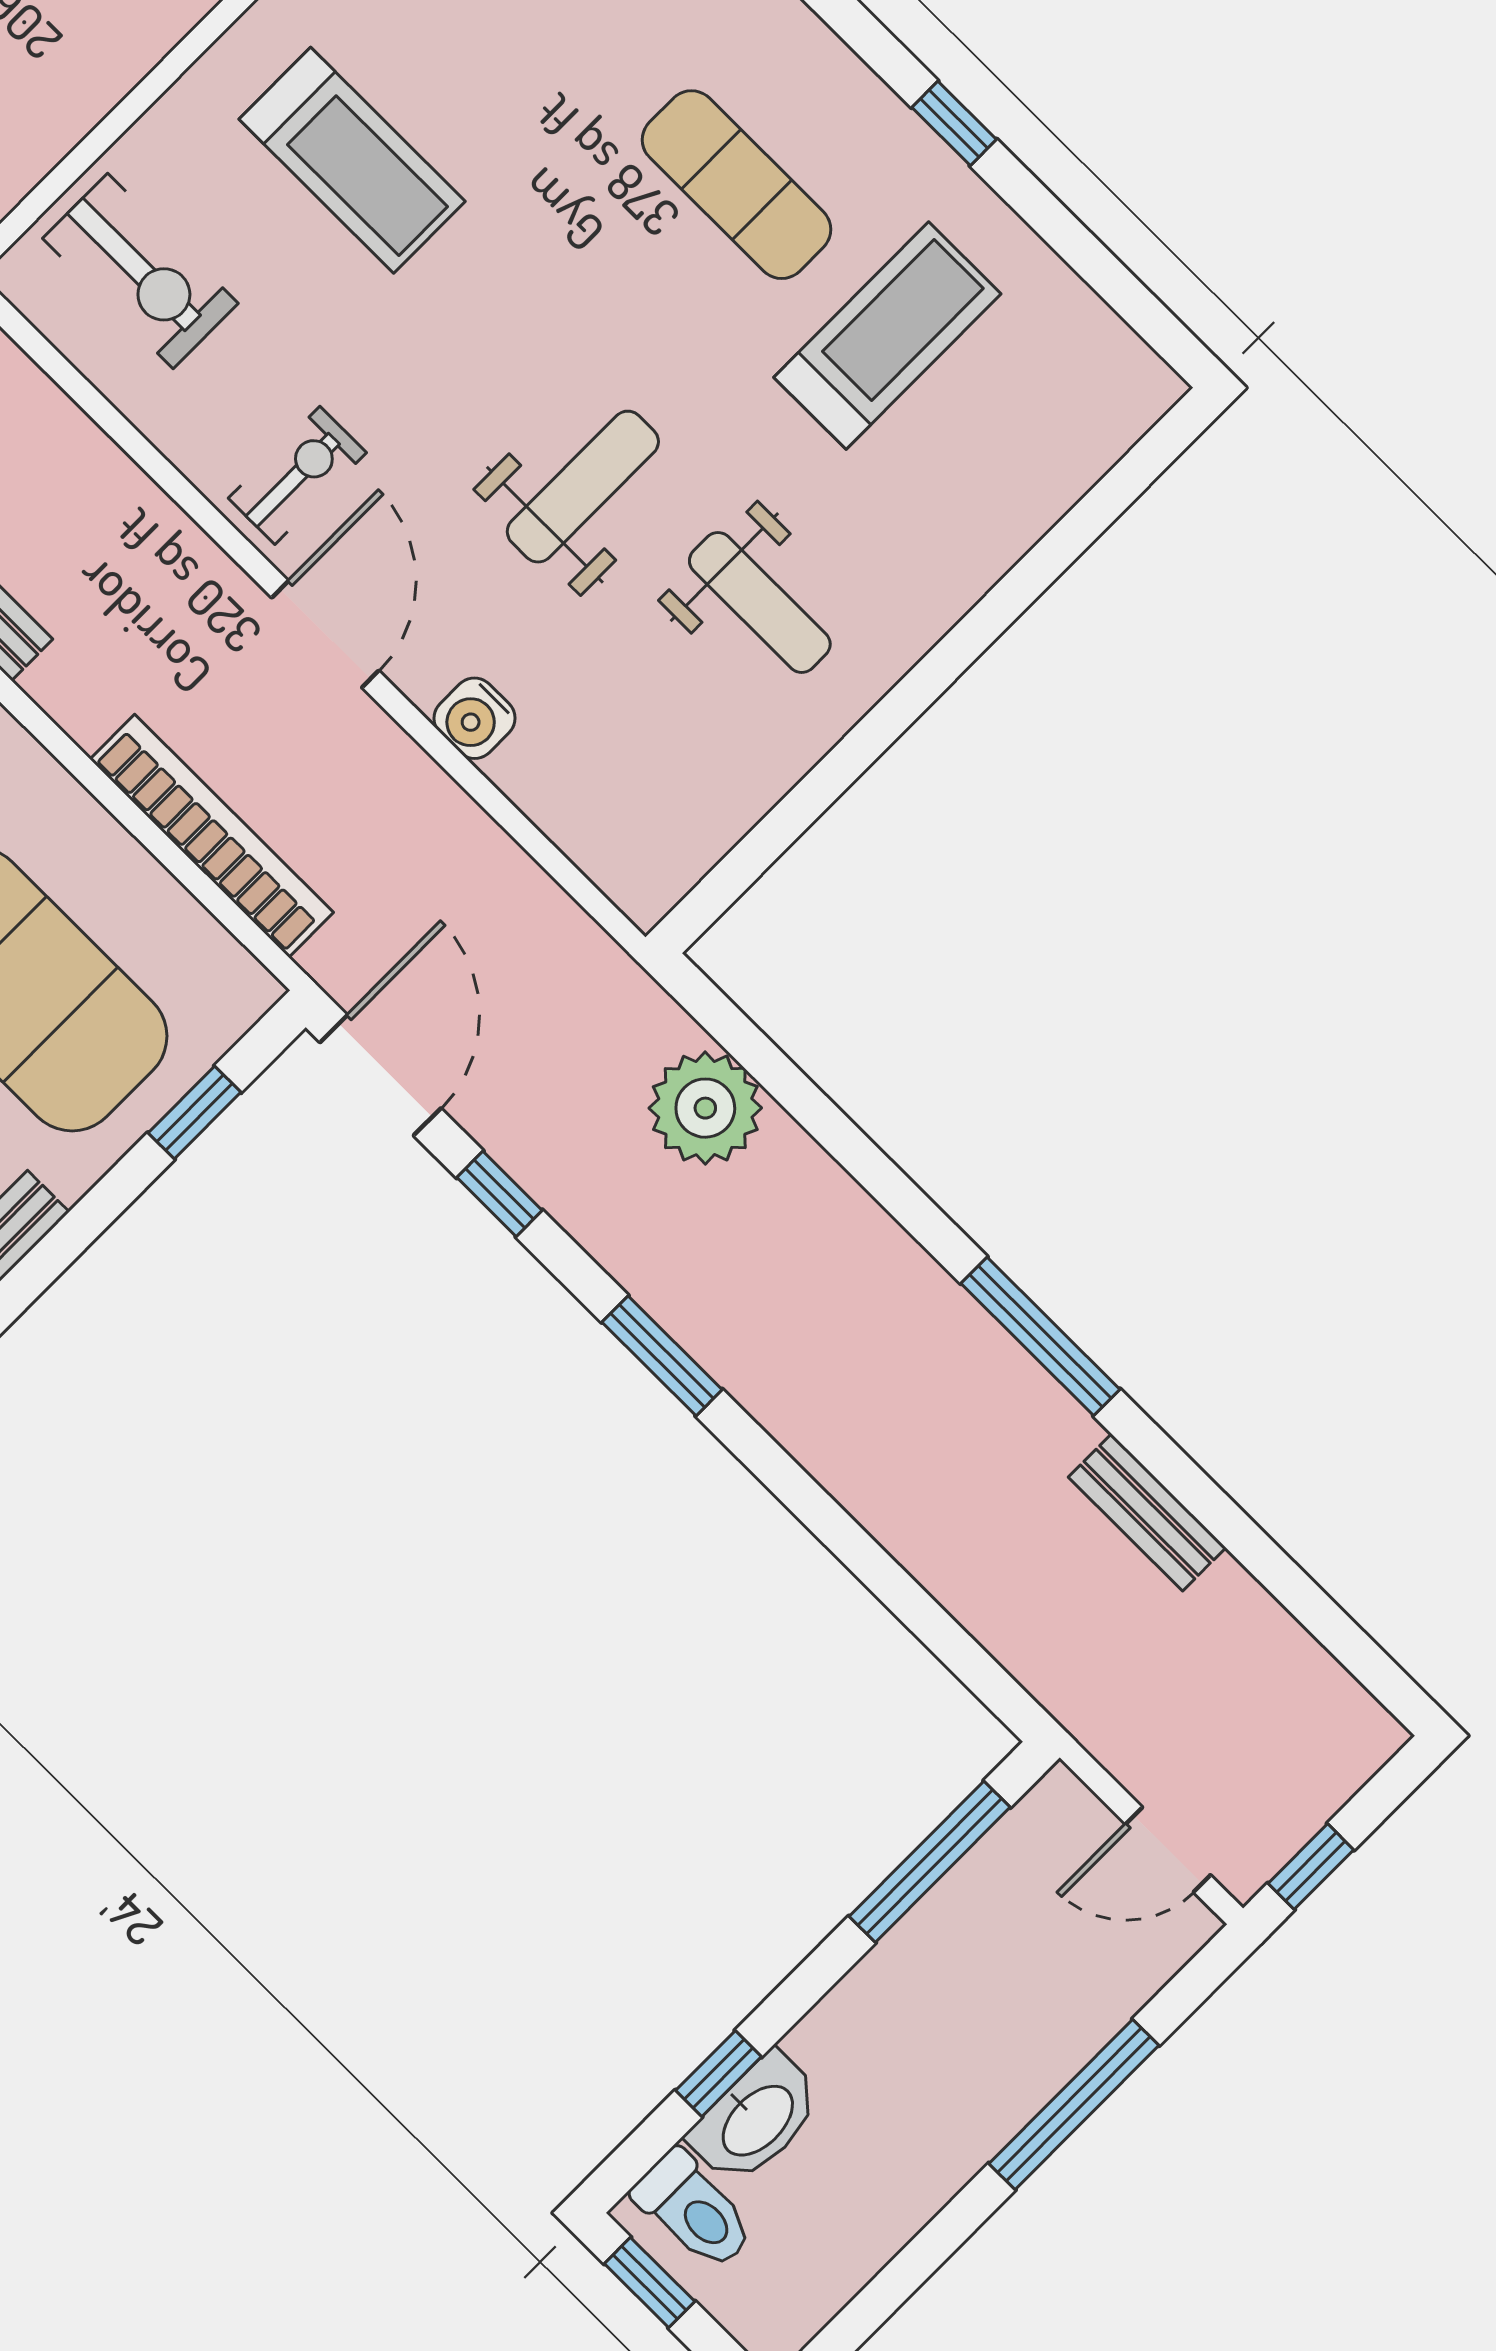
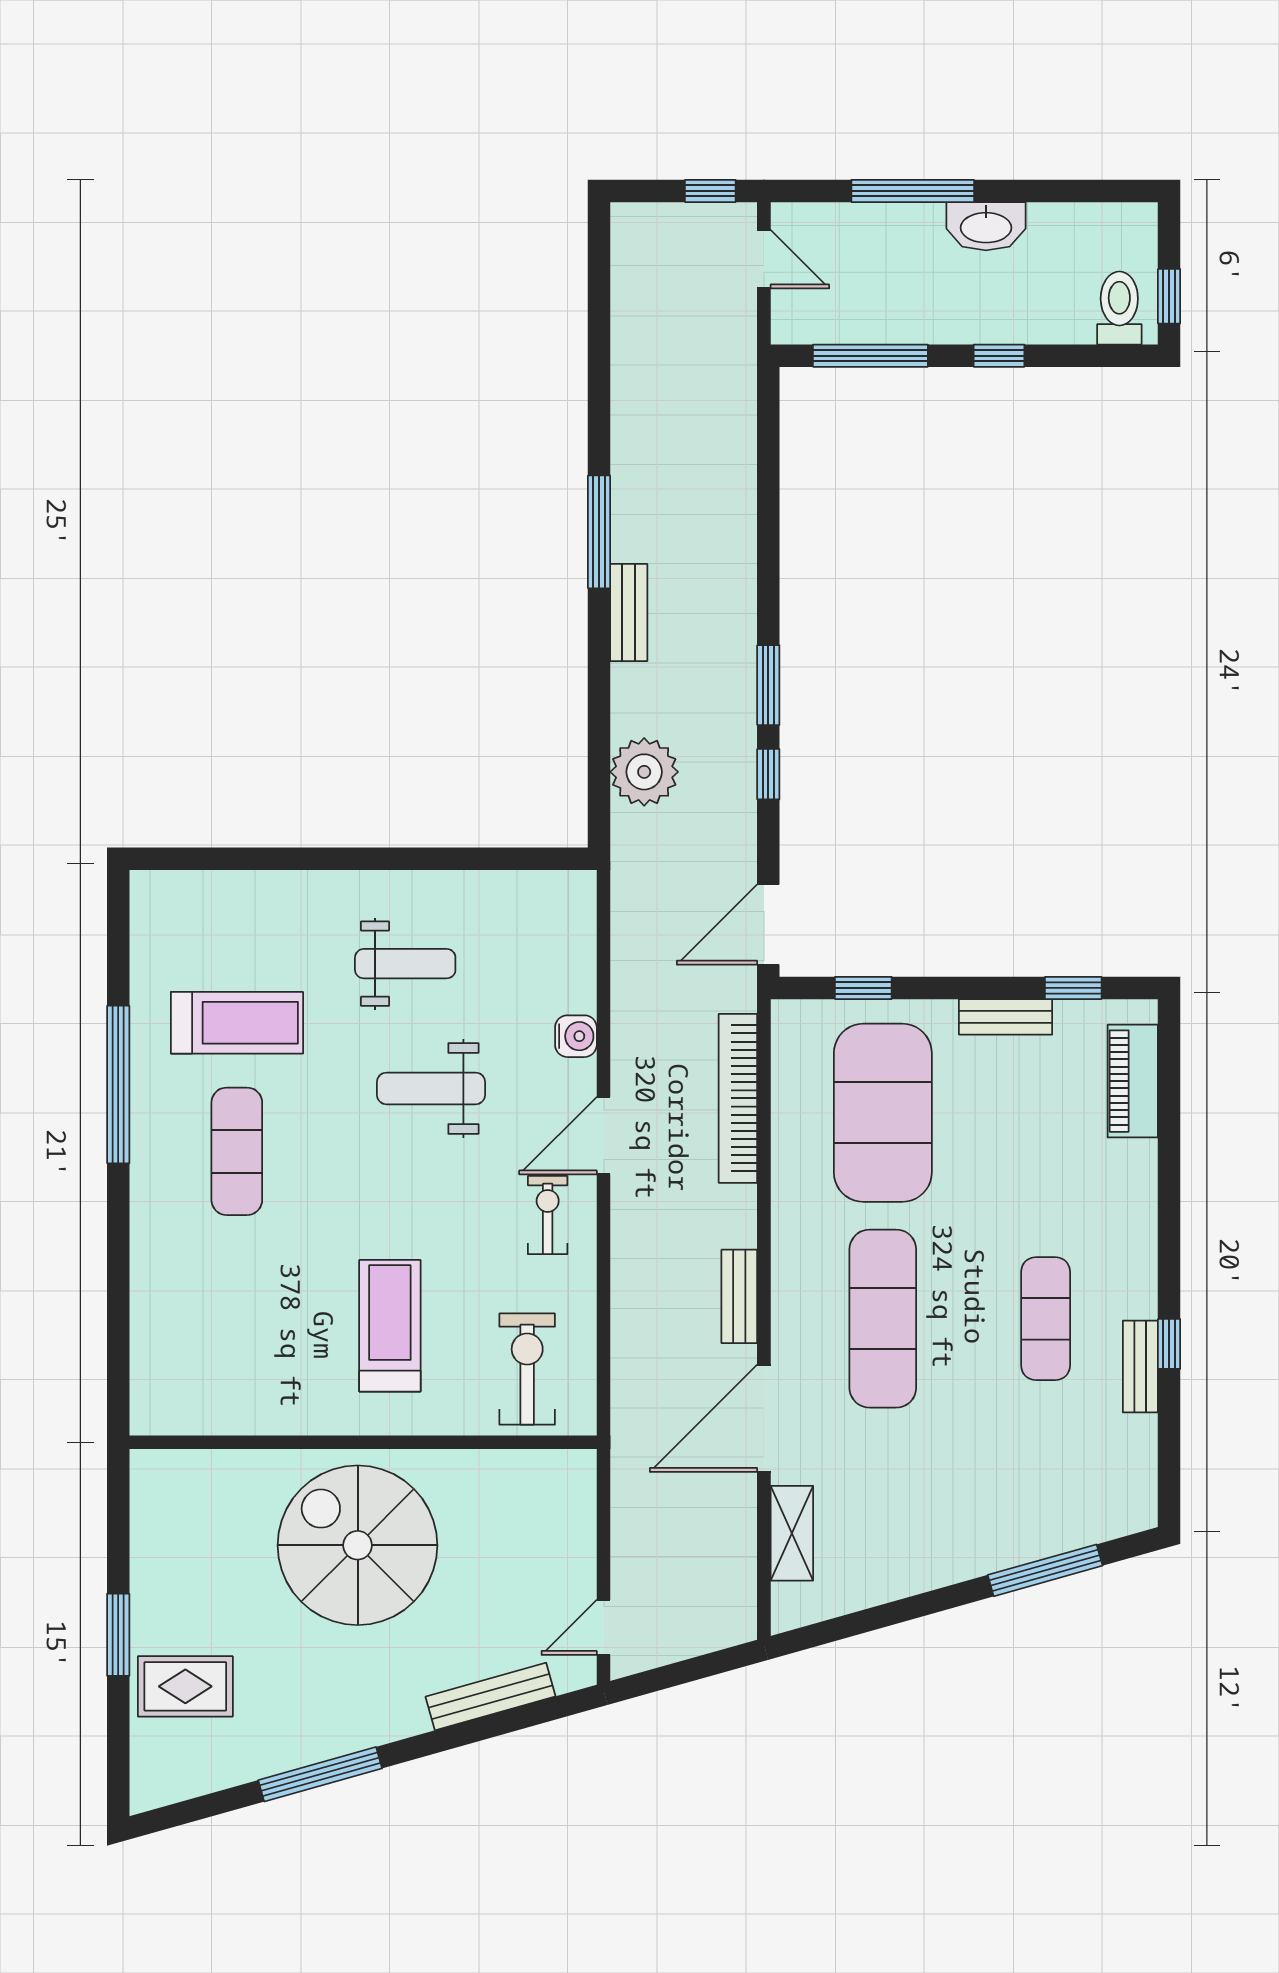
window: (954, 123) -> (118, 1085), width x3.17
treadmill: (887, 336) -> (237, 1023), turned 180
exercise bike: (297, 475) -> (548, 1215), turned 90
weight bench: (760, 602) -> (405, 964), turned 90
window: (500, 1194) -> (768, 774), moved
bench: (1147, 1512) -> (629, 612), moved
window: (719, 2074) -> (999, 356), moved
washbasin: (756, 2119) -> (986, 226), moved, turned 180

